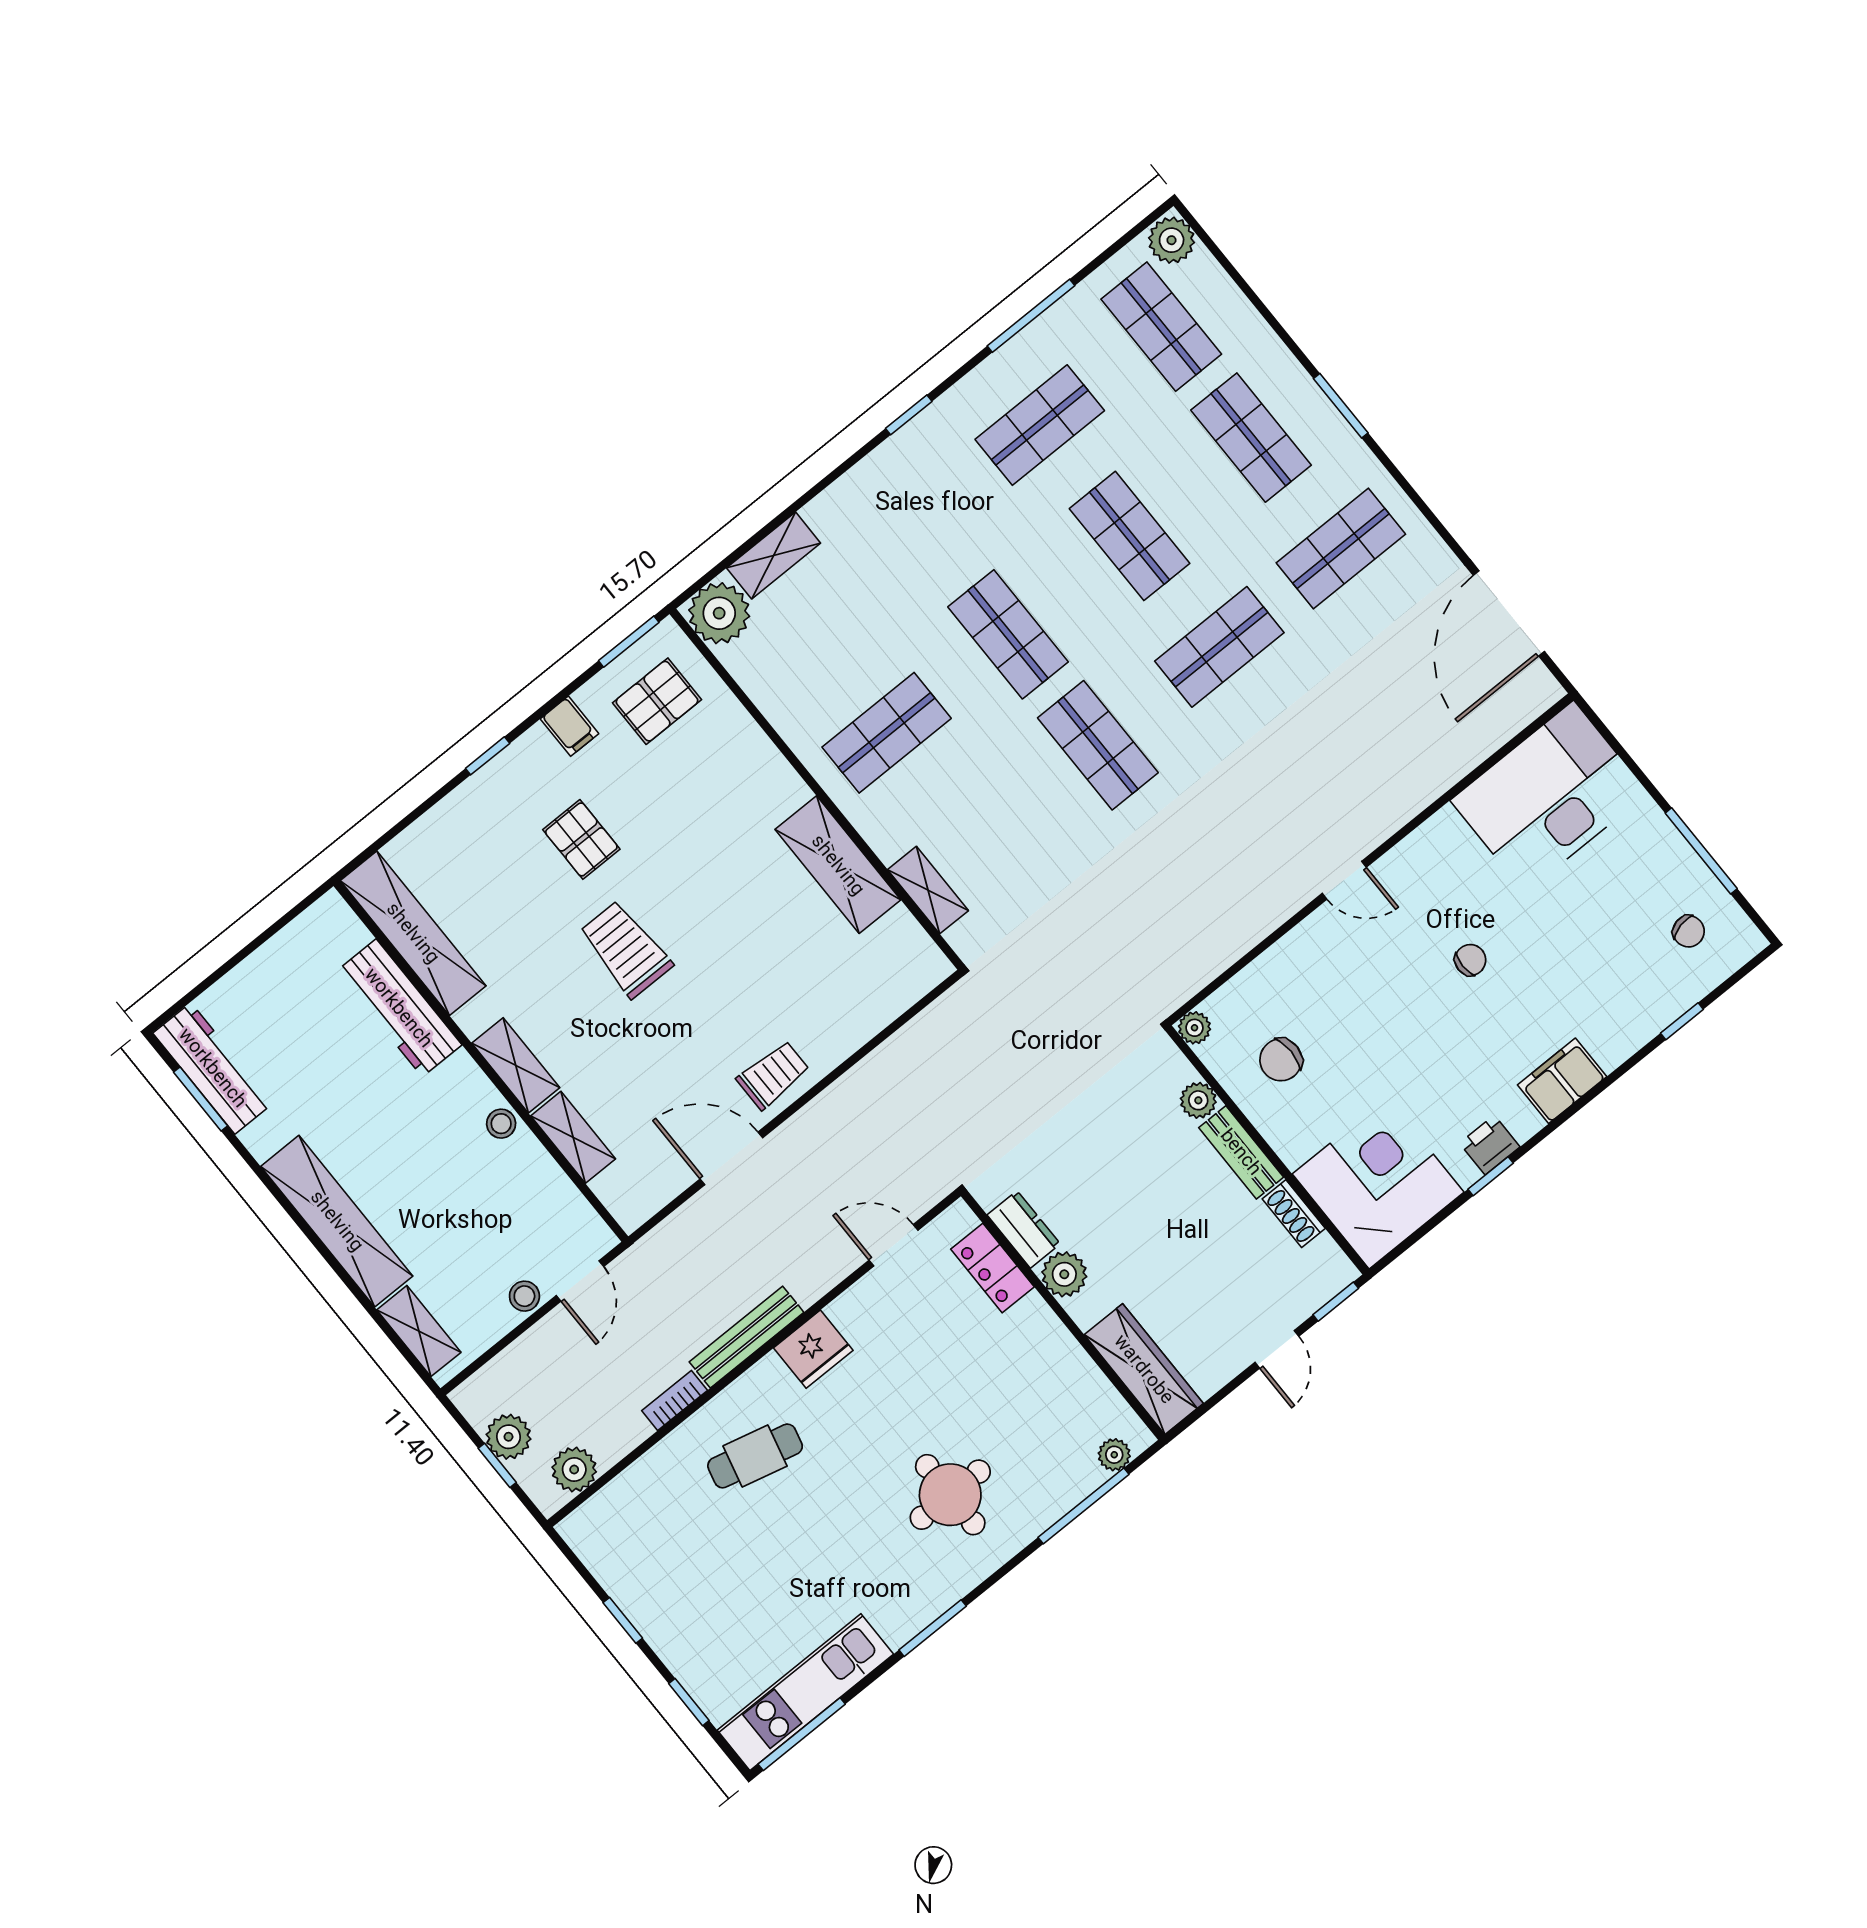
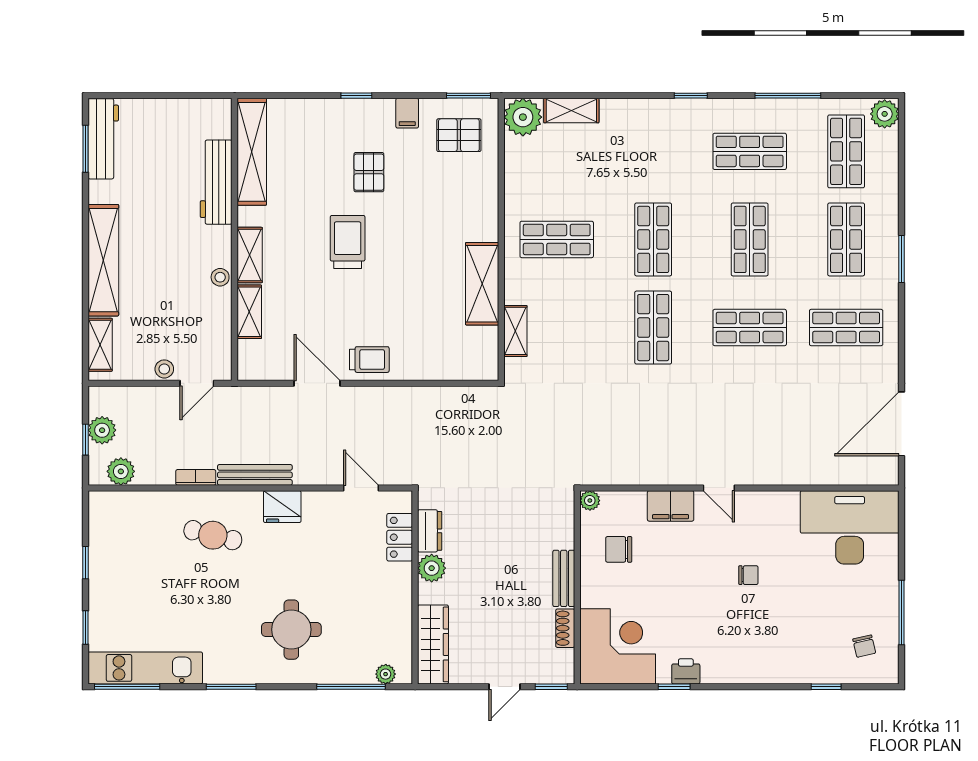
filing cabinet: (1562, 1081) -> (671, 506), moved, turned 180
plant: (1198, 1100) -> (563, 537), removed

